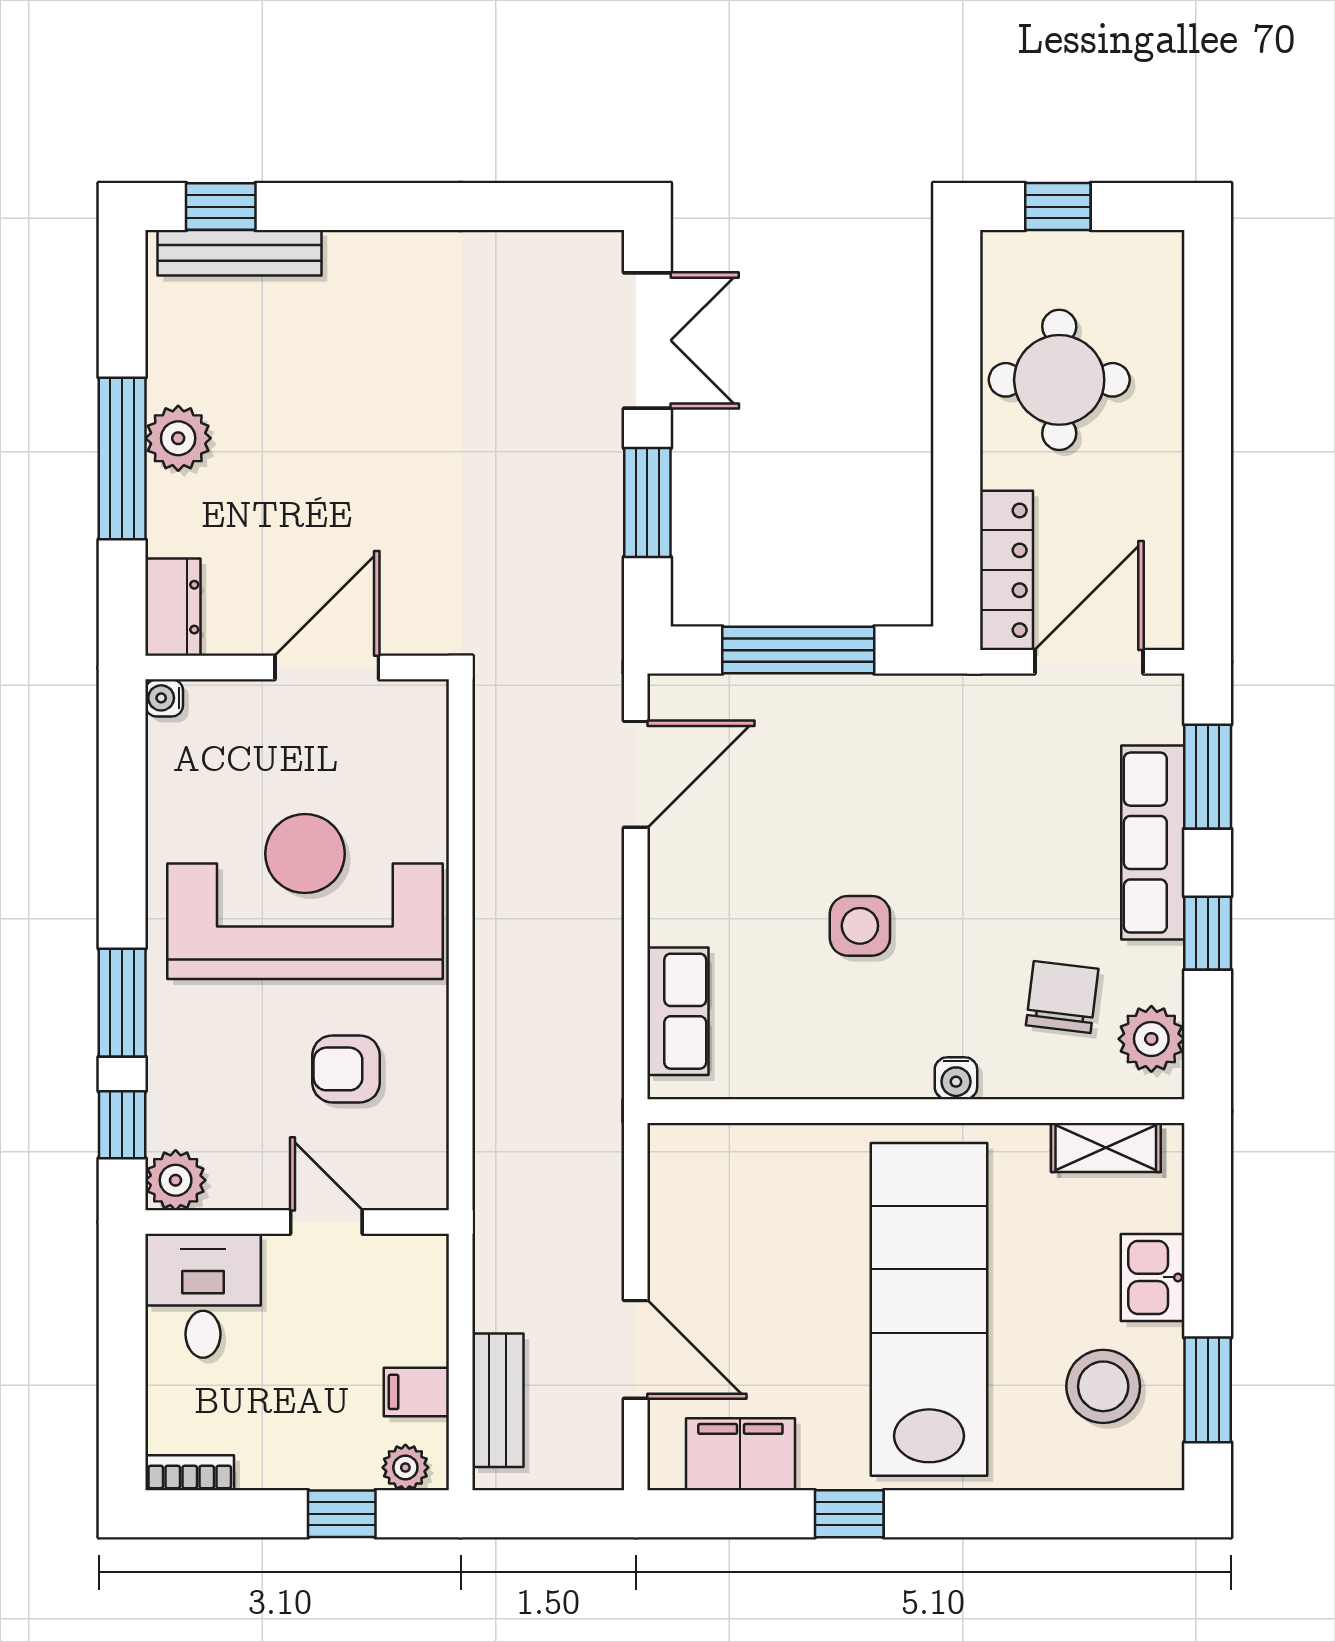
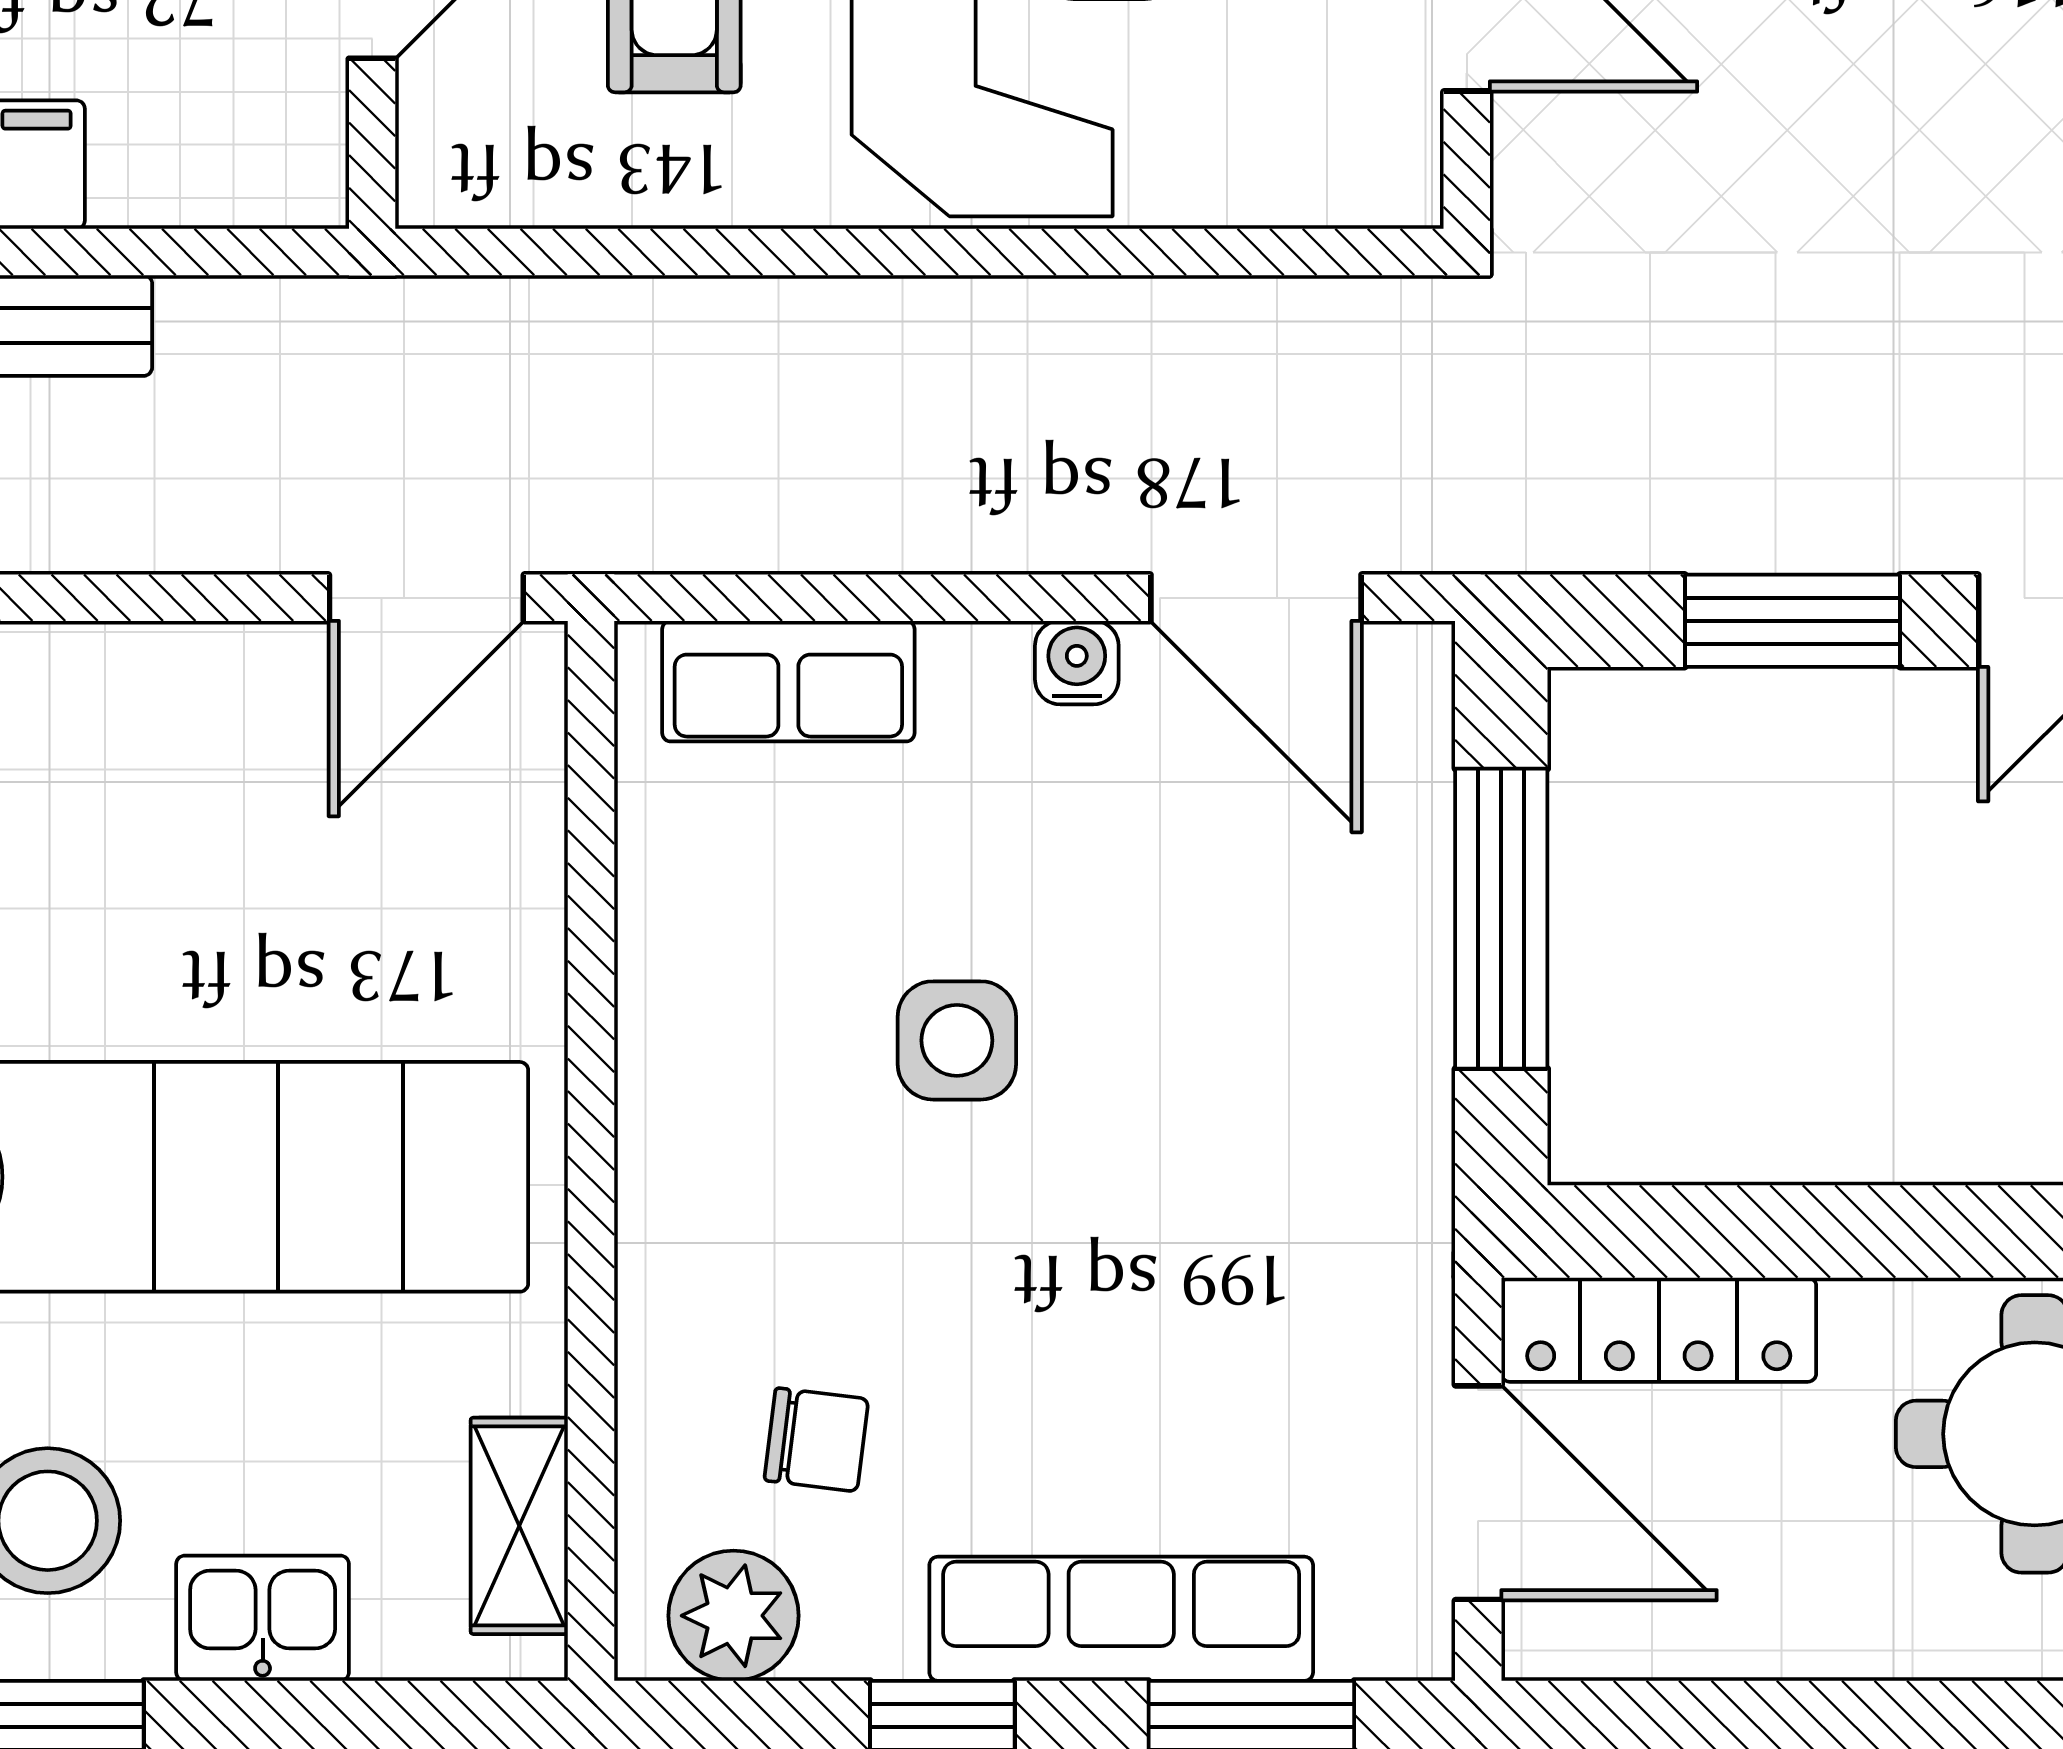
chair: (1062, 997) -> (816, 1440), width x0.73, depth x0.73
water cooler: (956, 1078) -> (1077, 663), moved, turned 90
door: (636, 1349) -> (426, 598), moved

